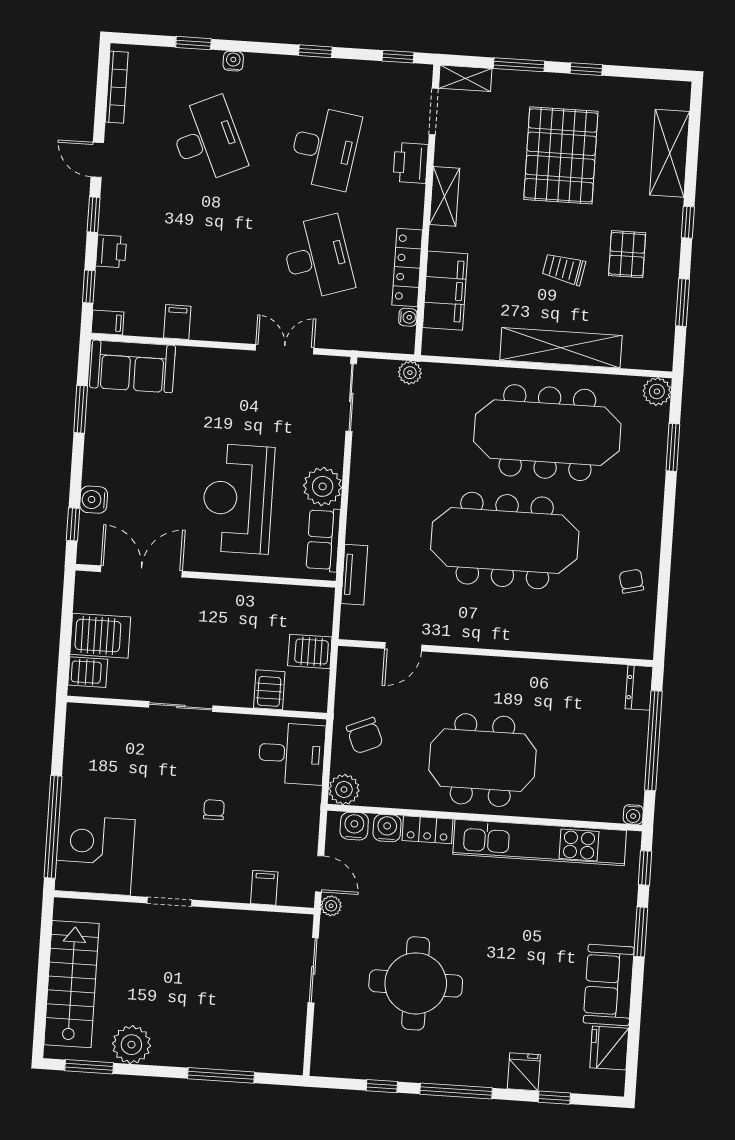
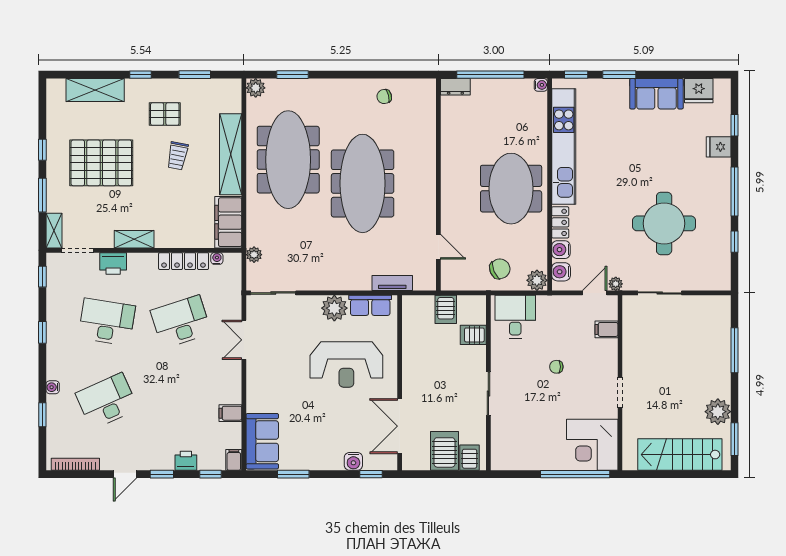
filing cabinet: (445, 291) -> (228, 222), moved, turned -90

